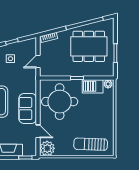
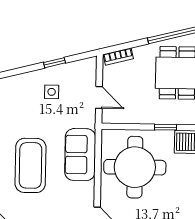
door: (38, 61) -> (99, 97), swing flipped
sofa: (28, 109) -> (80, 155), moved

